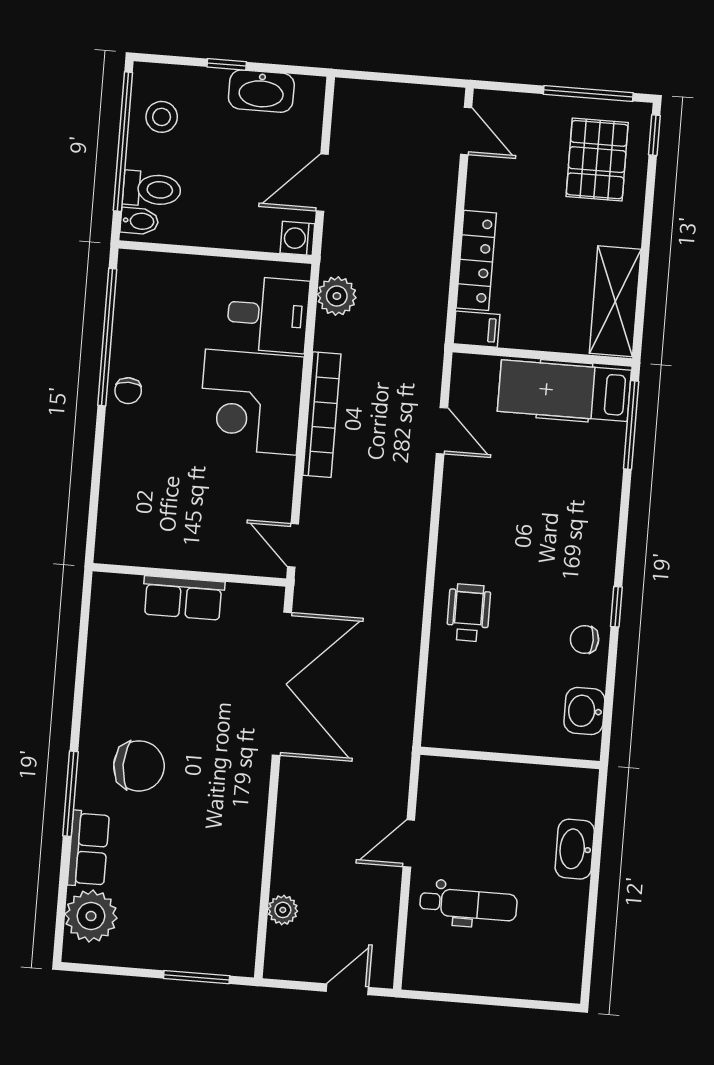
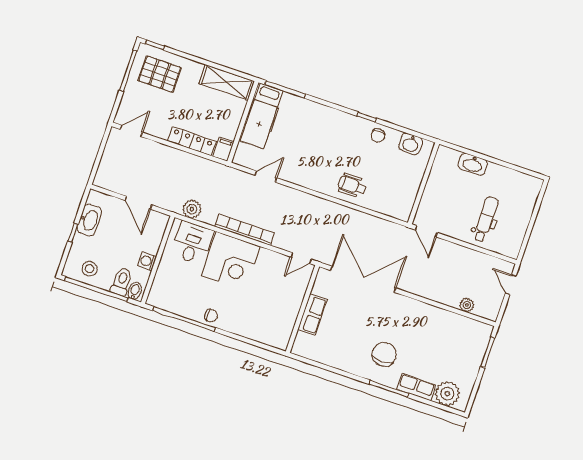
washing machine: (297, 238) -> (147, 261), moved, turned 90
door: (409, 843) -> (426, 231), moved

